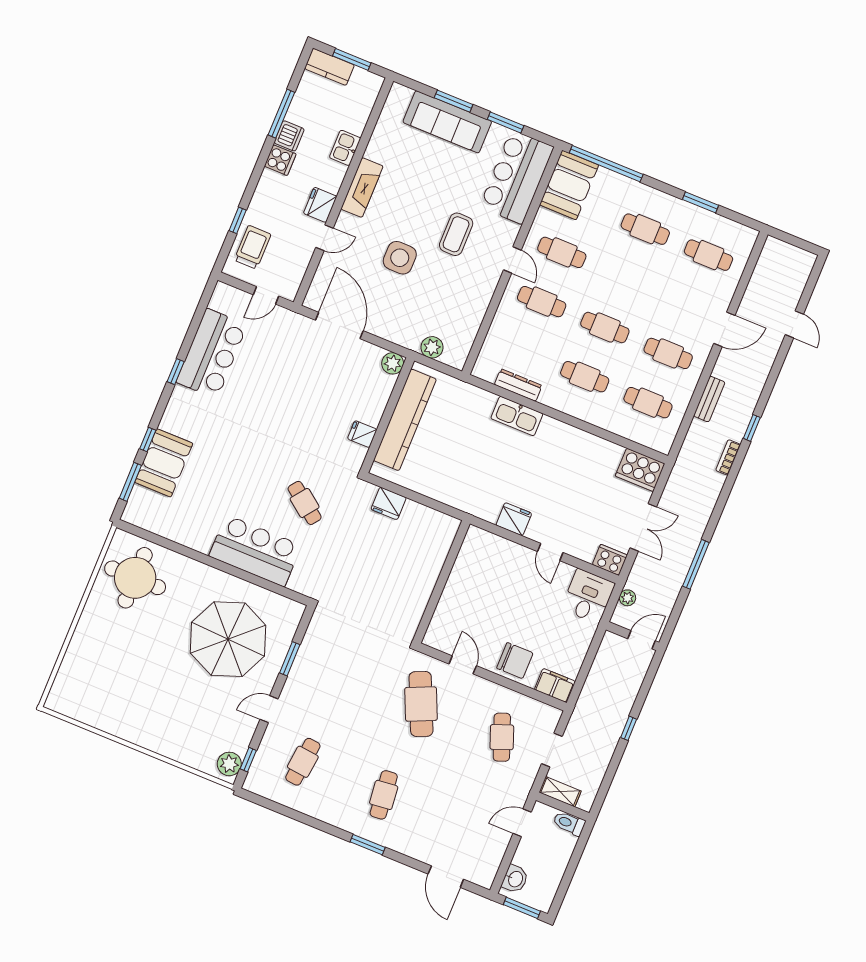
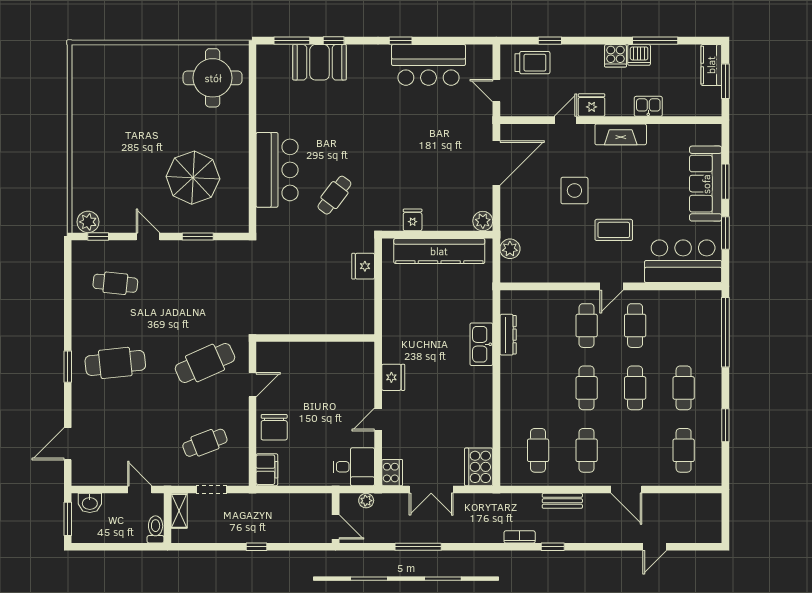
booth: (569, 185) -> (694, 308), removed
door: (325, 238) -> (565, 120), swing flipped
cafe table: (585, 377) -> (635, 388), moved
parasol: (228, 639) -> (193, 178), width x0.73, depth x0.73
cafe table: (384, 795) -> (115, 363), width x1.37, depth x1.35

